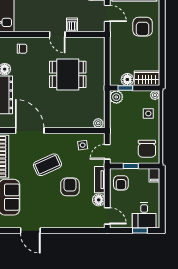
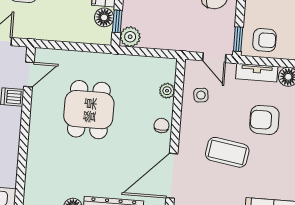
door: (57, 34) -> (29, 74), moved
chair: (22, 49) -> (161, 126), moved
plant: (98, 123) -> (167, 91), moved
coffee table: (47, 165) -> (227, 152), turned -57
window: (131, 166) -> (238, 39), moved

